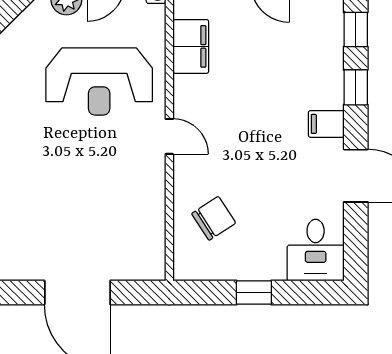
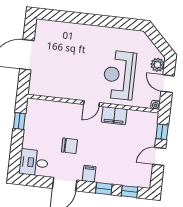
filing cabinet: (191, 46) -> (114, 116), moved
chair: (214, 218) -> (69, 146), moved, turned -57
window: (254, 292) -> (19, 121), moved

